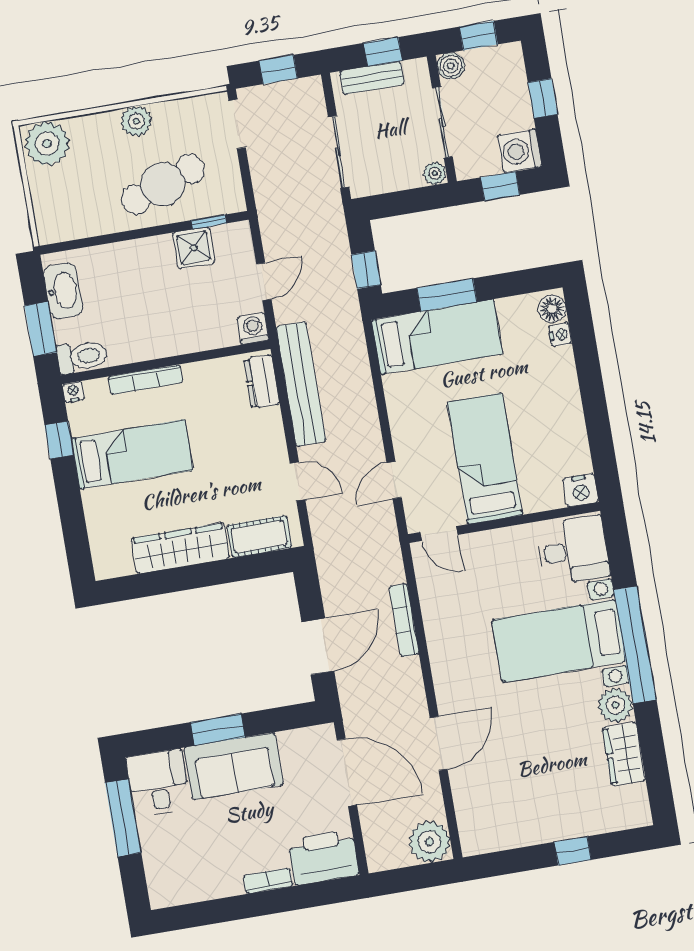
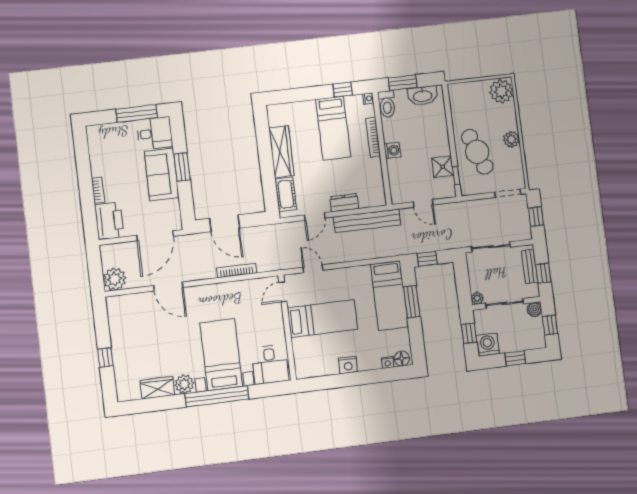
washing machine: (253, 329) -> (392, 151), moved
dresser: (262, 381) -> (344, 203), moved
nightstand: (581, 490) -> (348, 365), moved, turned -90

